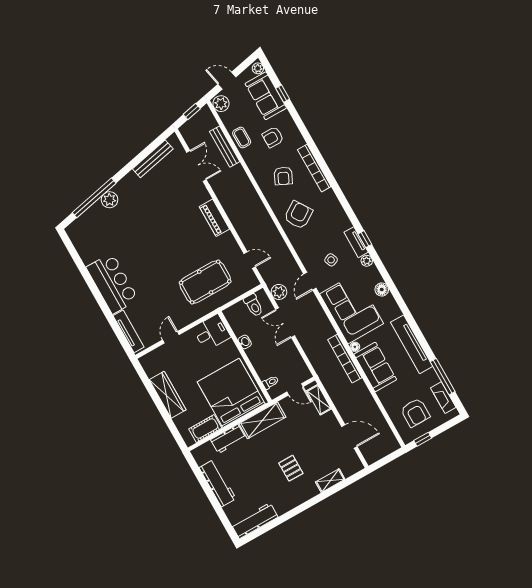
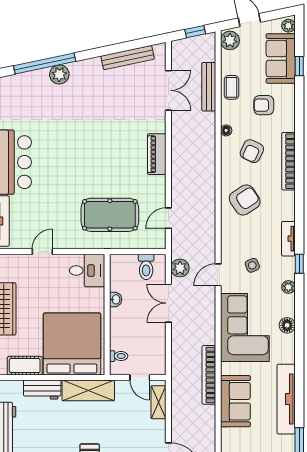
tv unit: (356, 242) -> (288, 239), moved
door: (250, 260) -> (168, 218), swing flipped
floor lamp: (355, 347) -> (226, 130), moved

